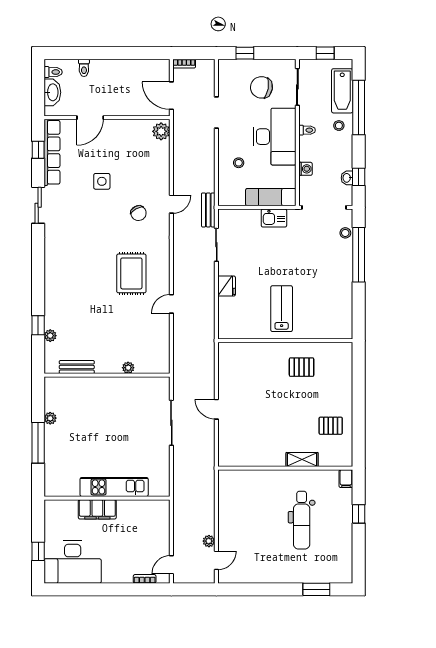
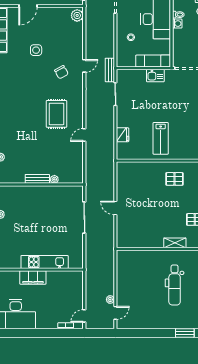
washing machine: (305, 169) -> (177, 24), moved
fridge: (227, 286) -> (123, 135), moved
lab bench: (282, 309) -> (161, 138), turned 180
bench: (77, 367) -> (37, 179), moved

